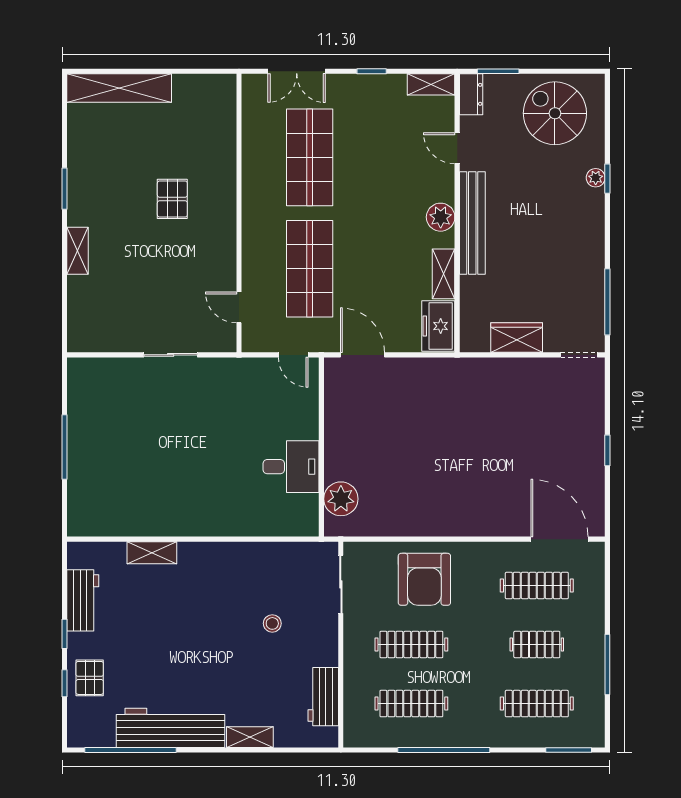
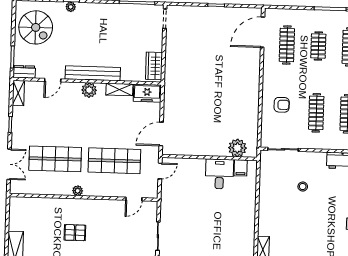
spiral stairs: (555, 113) -> (36, 27), turned -90
plant: (251, 202) -> (78, 191), added
wardrobe: (517, 337) -> (154, 66), moved
filing cabinet: (304, 506) -> (241, 168), added
armchair: (424, 579) -> (282, 105), width x0.53, depth x0.53

